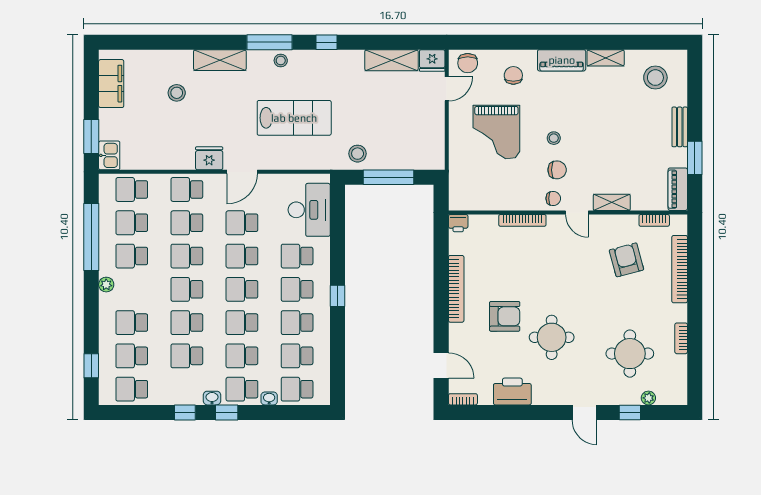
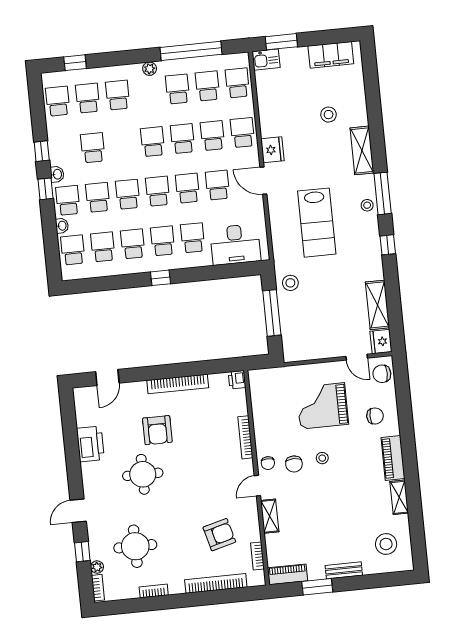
school desk: (187, 323) -> (123, 145), removed
bookcase: (463, 399) -> (98, 588), moved

